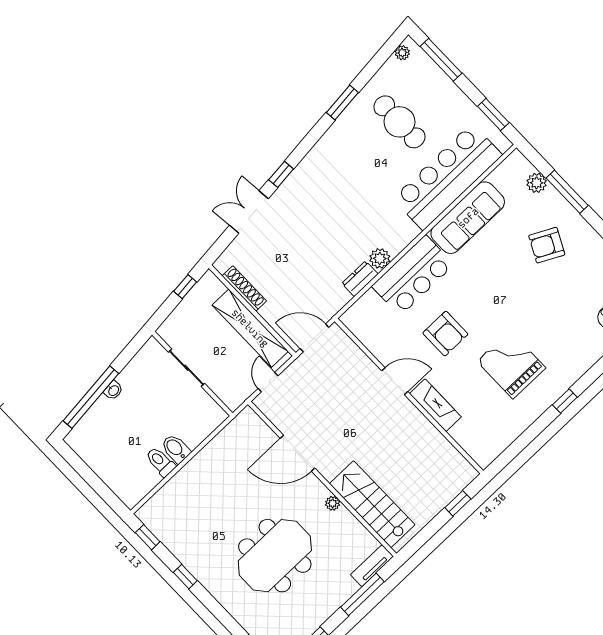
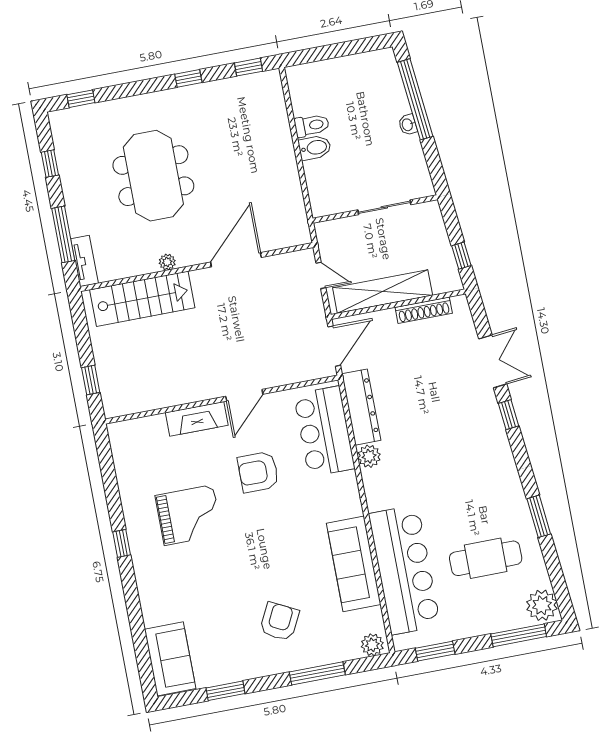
plant: (402, 53) -> (542, 605), width x1.87, depth x1.87
plant: (537, 183) -> (372, 645), moved
bar counter: (413, 275) -> (324, 431), moved
dresser: (360, 279) -> (361, 407), width x1.96, depth x1.24

